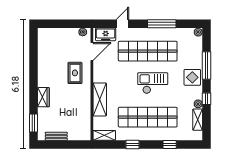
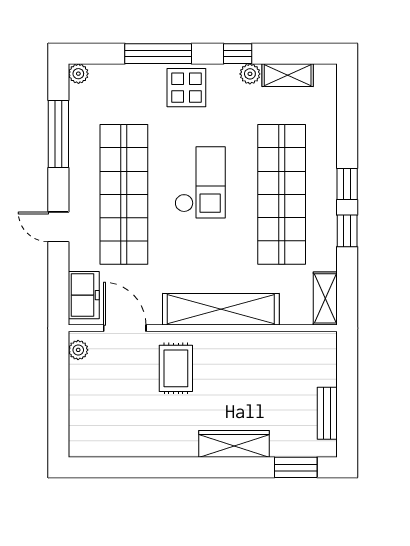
door: (122, 24) -> (58, 227), moved
window: (162, 24) -> (58, 134), moved
rug: (75, 73) -> (176, 368), turned 90
checkout: (153, 83) -> (200, 182), turned 180
wardrobe: (43, 97) -> (234, 444), width x1.50
shelving: (100, 99) -> (221, 309), width x1.47
window: (170, 145) -> (347, 184), moved

